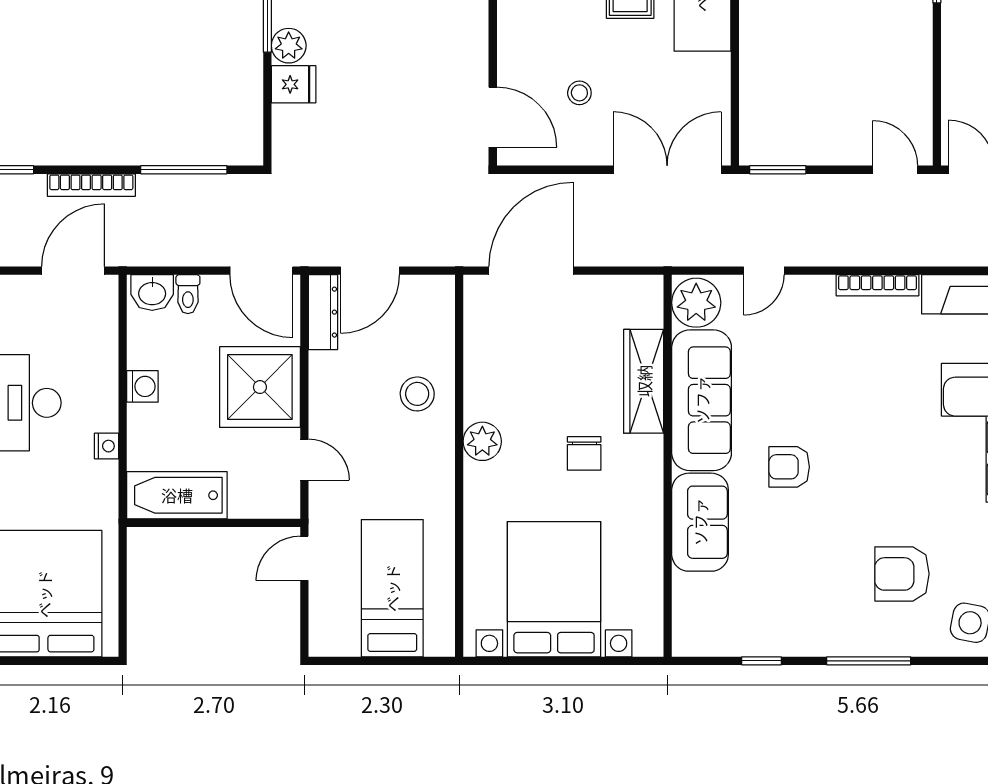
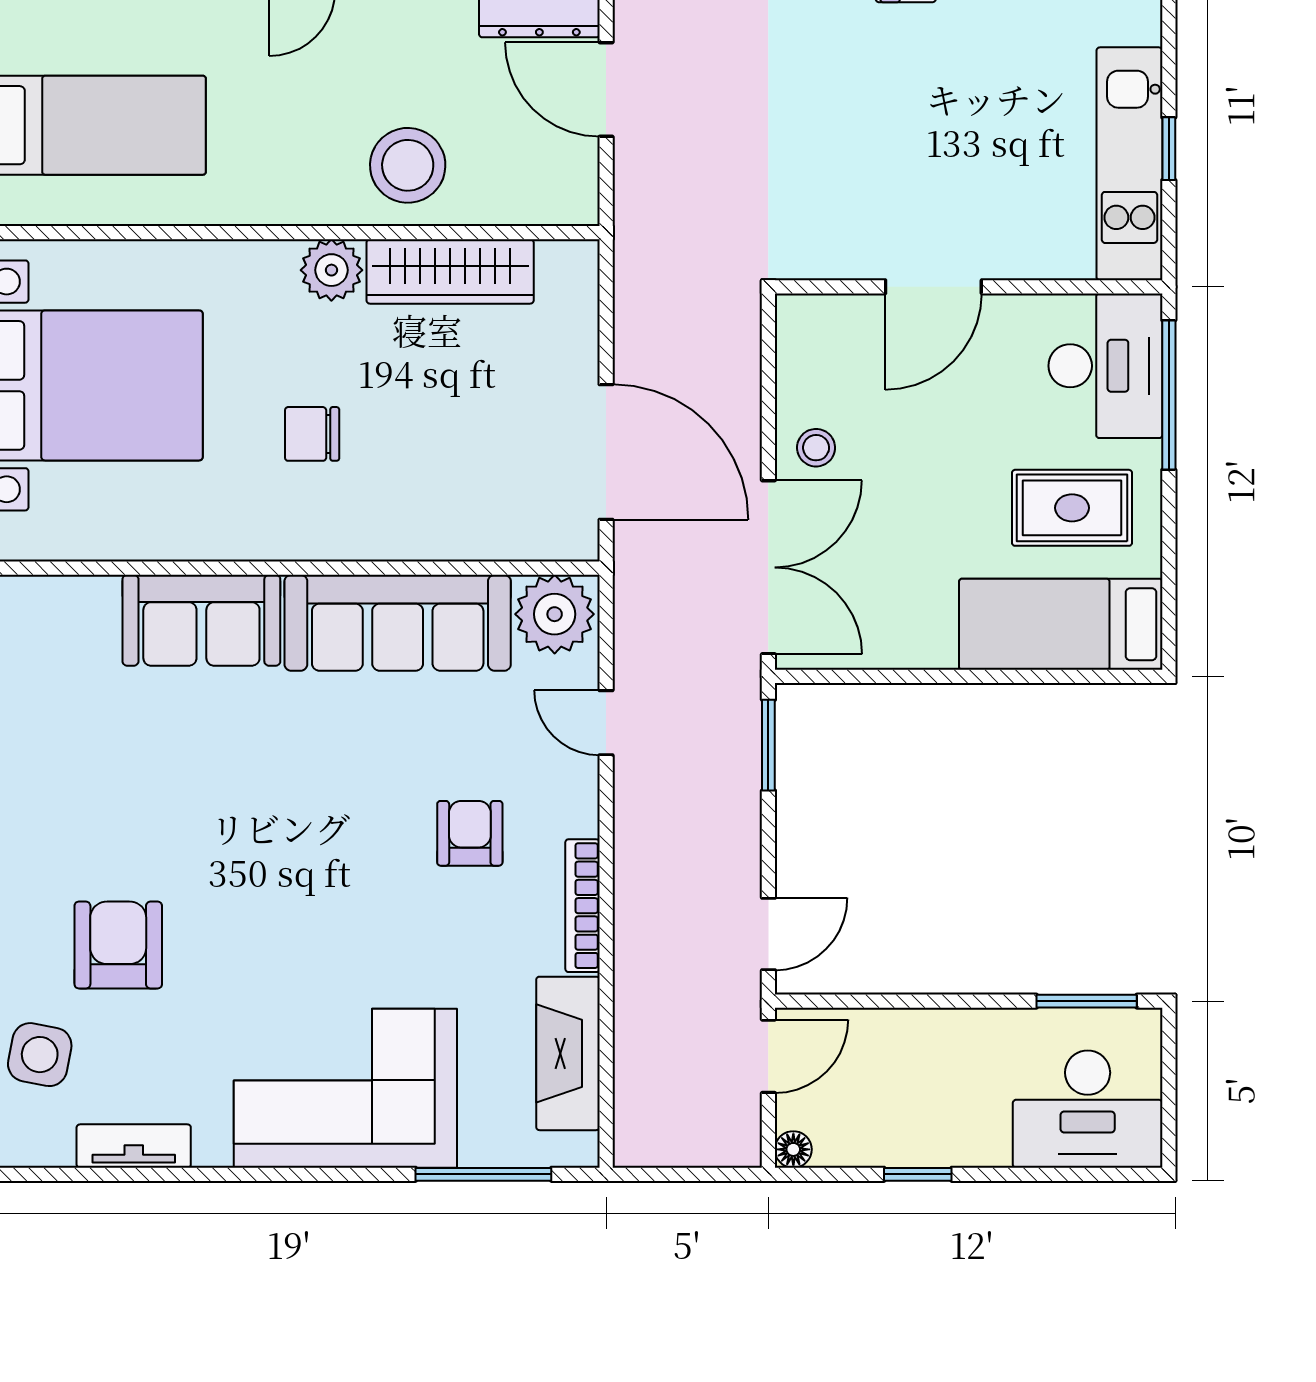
stool: (579, 93) -> (816, 448), moved
door: (493, 117) -> (933, 287), moved
door: (531, 271) -> (606, 452), moved
wardrobe: (644, 381) -> (450, 272), moved, turned 180
stool: (417, 394) -> (408, 165), width x1.38, depth x1.38
armchair: (789, 467) -> (470, 833), moved

